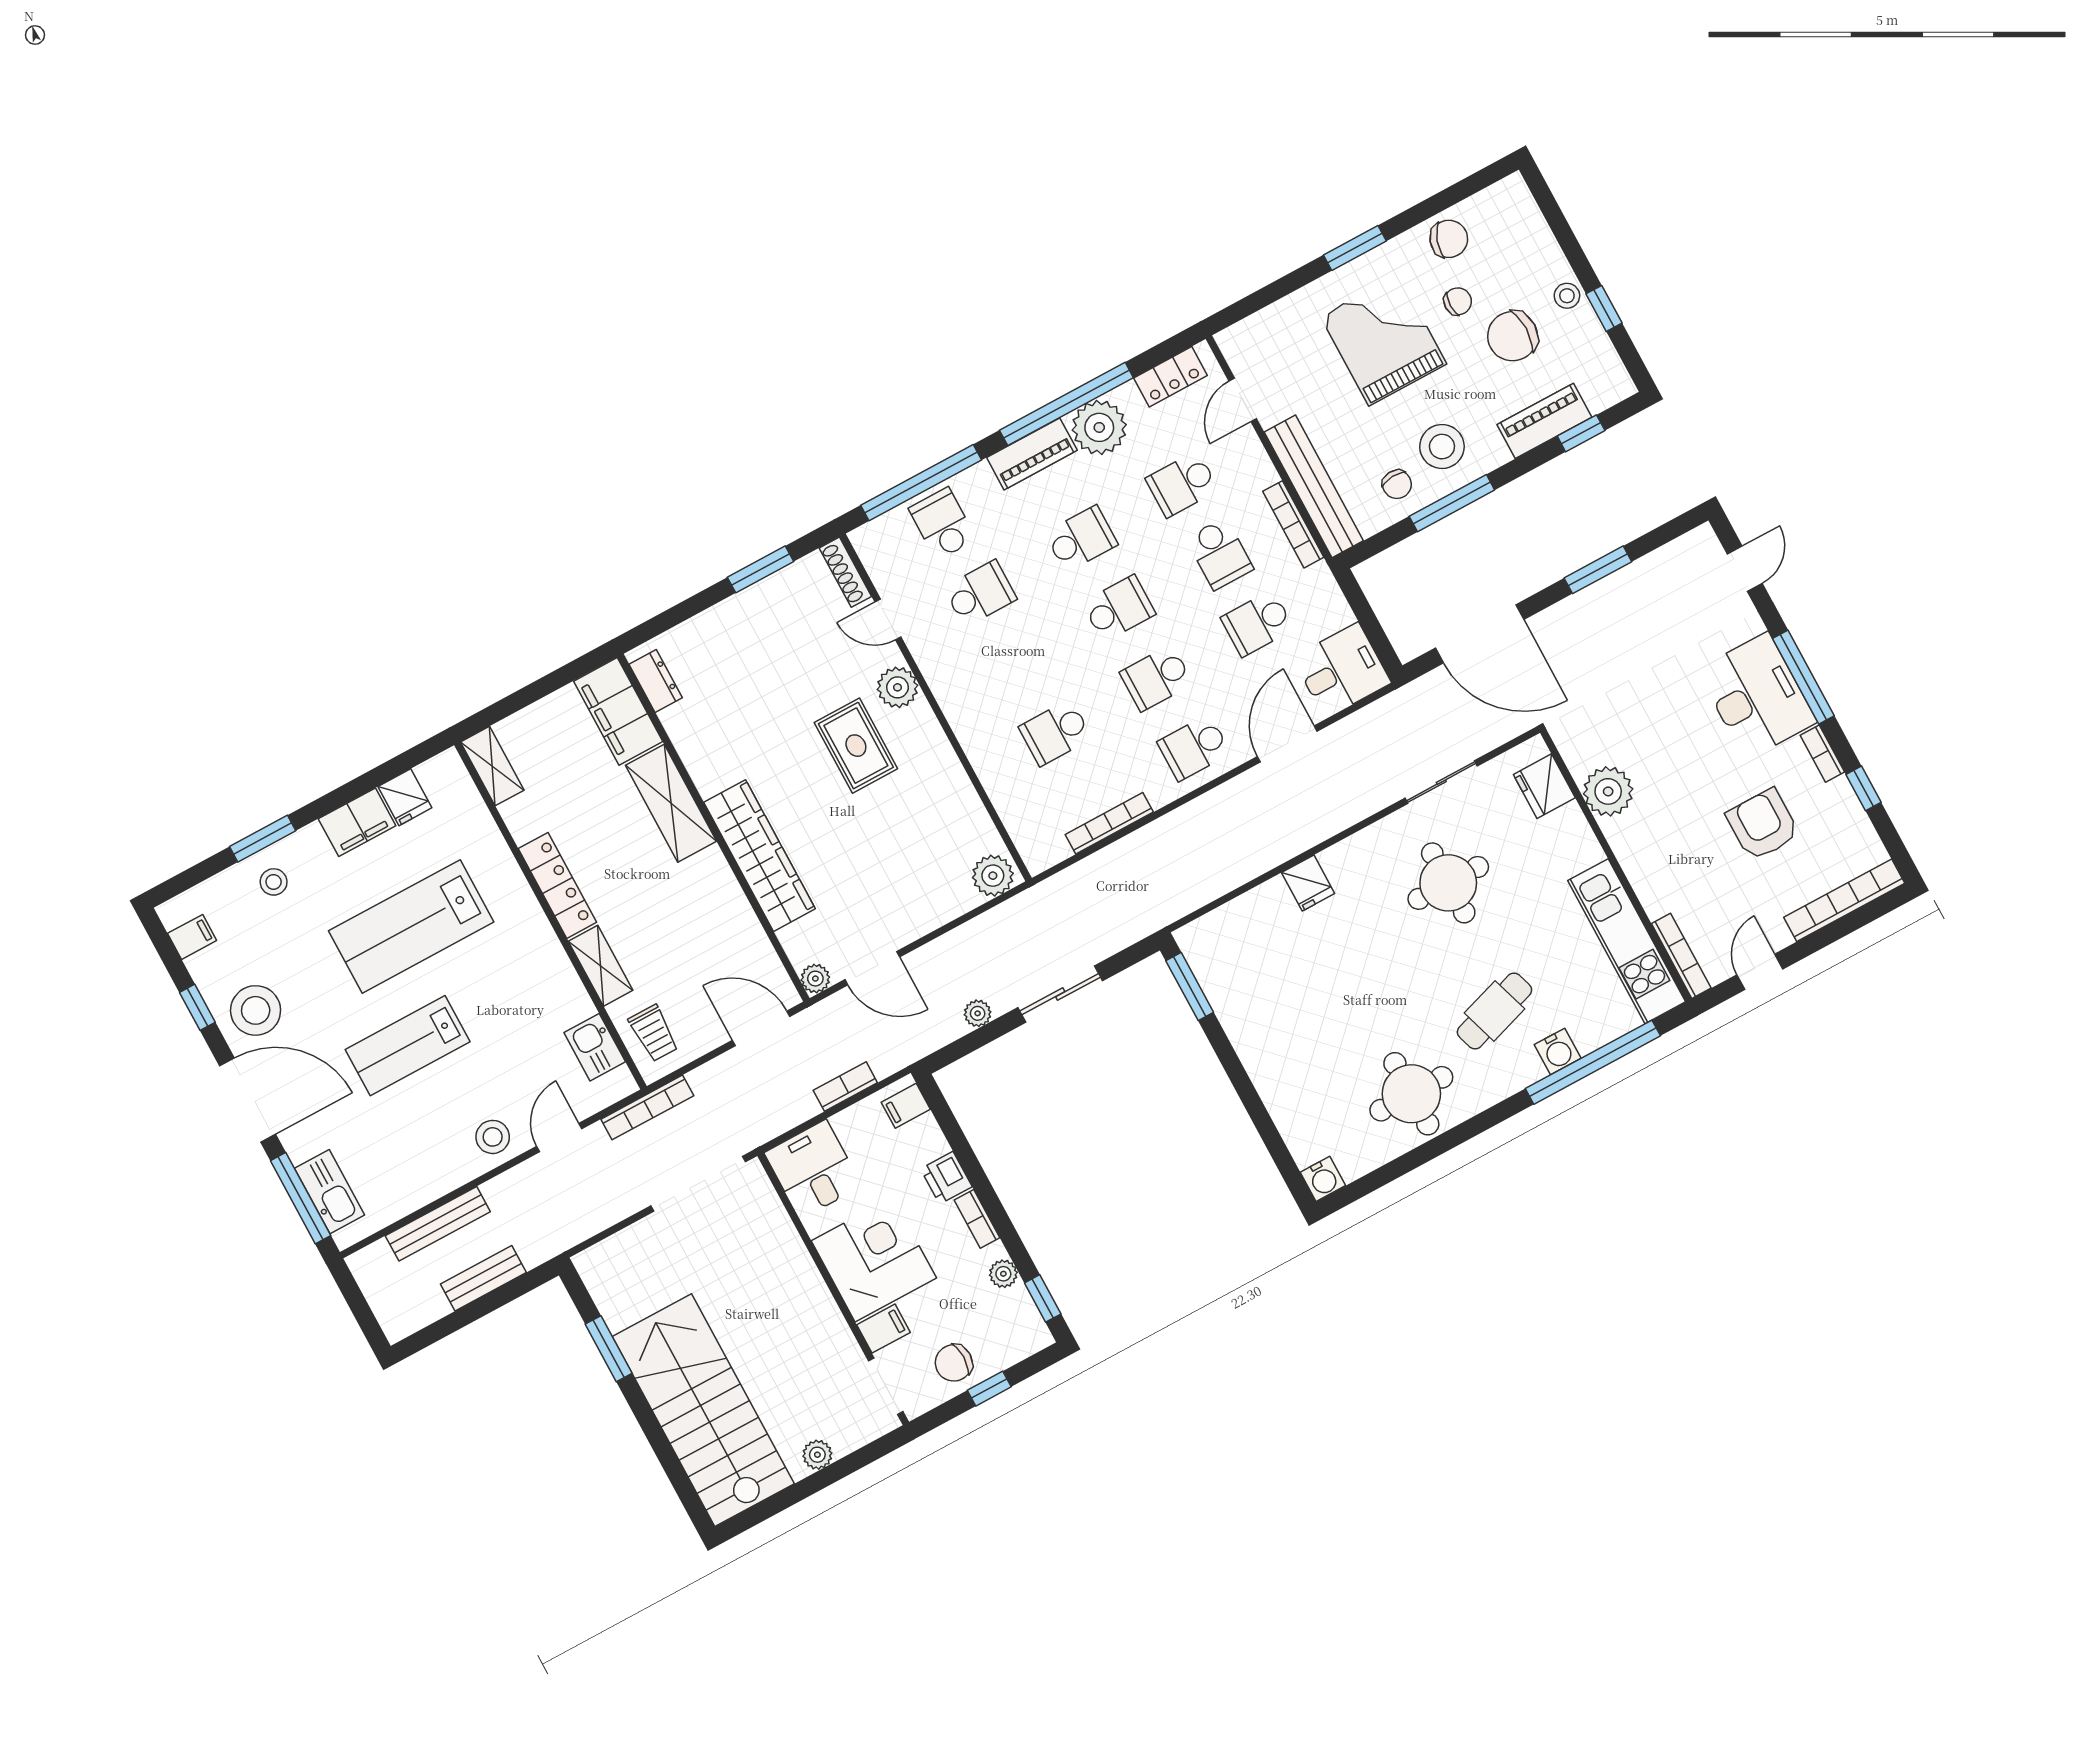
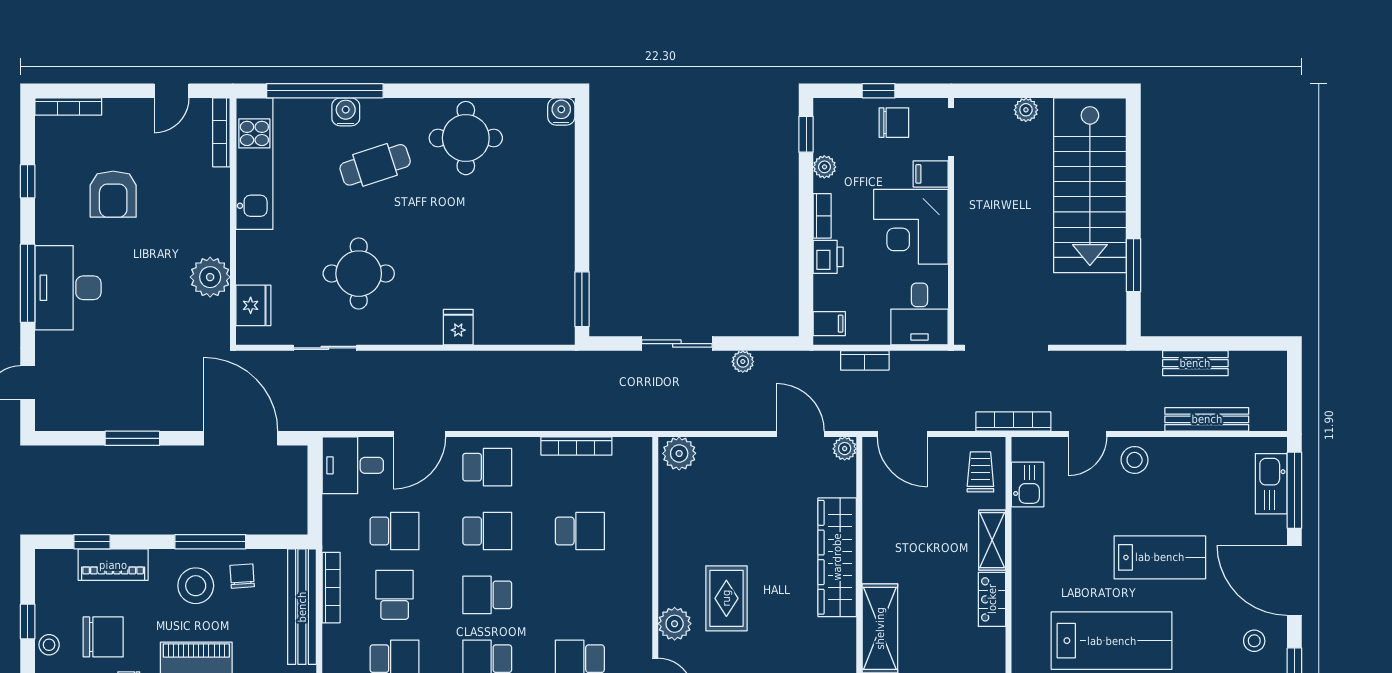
bookcase: (1822, 754) -> (43, 222), removed
locker: (557, 885) -> (992, 599), width x0.66
bookcase: (1844, 900) -> (68, 106), width x0.68, depth x0.76
stool: (256, 1010) -> (1254, 641), width x0.53, depth x0.53

